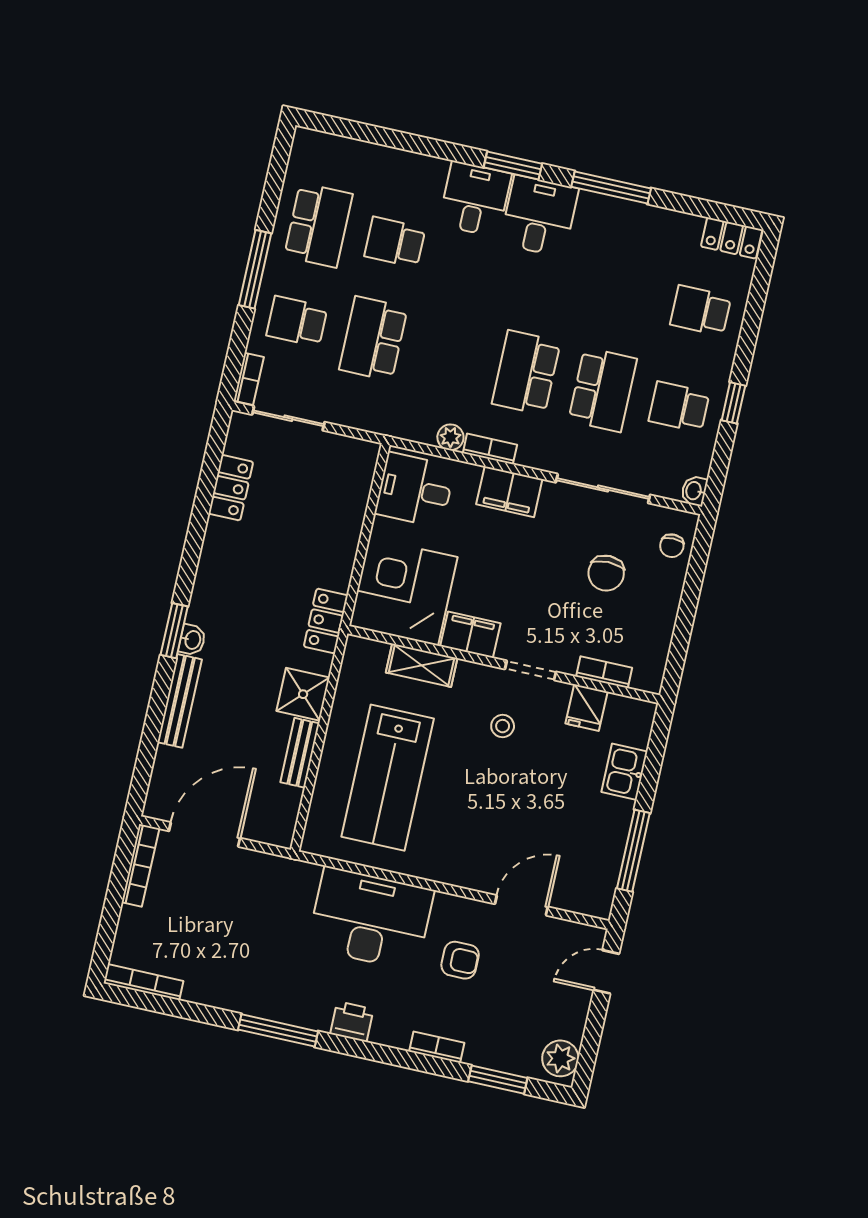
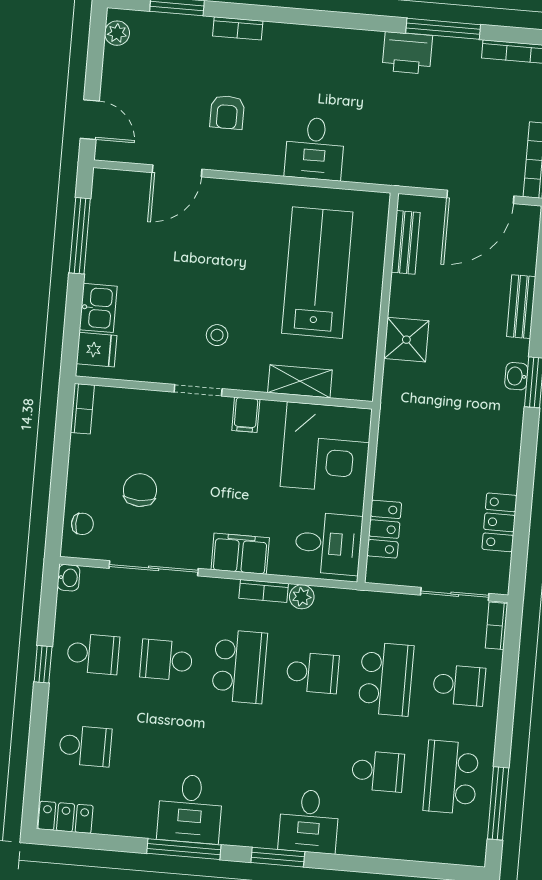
desk: (539, 216) -> (190, 809), moved
window: (255, 269) -> (498, 803), moved
school desk: (450, 356) -> (313, 673), added
school desk: (603, 390) -> (166, 660), width x0.54
chair: (672, 546) -> (82, 524), turned 90
locker: (326, 621) -> (384, 529), moved
filing cabinet: (470, 635) -> (246, 415), width x0.50
bookcase: (604, 672) -> (82, 409), moved, turned -90
bench: (180, 701) -> (521, 307), width x0.73
fridge: (586, 708) -> (97, 350), moved, turned 90
bench: (300, 753) -> (406, 242), moved
desk: (371, 919) -> (315, 148), width x0.53, depth x0.77
armchair: (460, 960) -> (227, 112), turned -90
door: (606, 972) -> (90, 120), hinge flipped
printer: (352, 1022) -> (407, 53), moved, width x1.36, depth x1.24
window: (278, 1030) -> (443, 29), moved
plant: (560, 1058) -> (117, 33), width x0.73, depth x0.73

